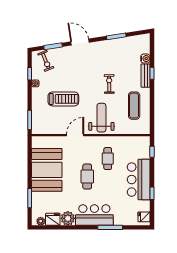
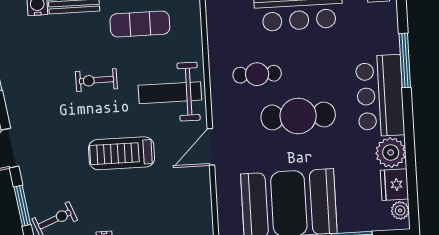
treadmill: (63, 99) -> (121, 153), moved, turned -90
door: (75, 135) -> (211, 147), hinge flipped
cafe table: (87, 176) -> (298, 116), width x1.37, depth x1.35

